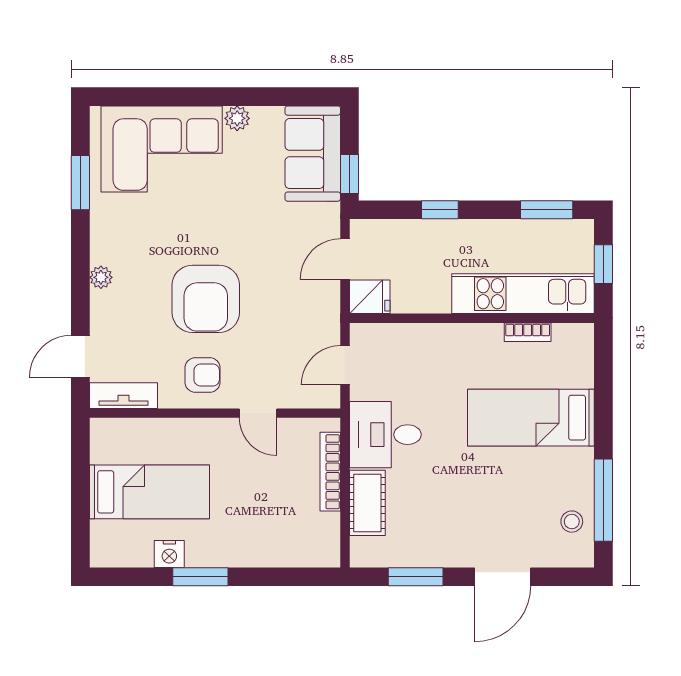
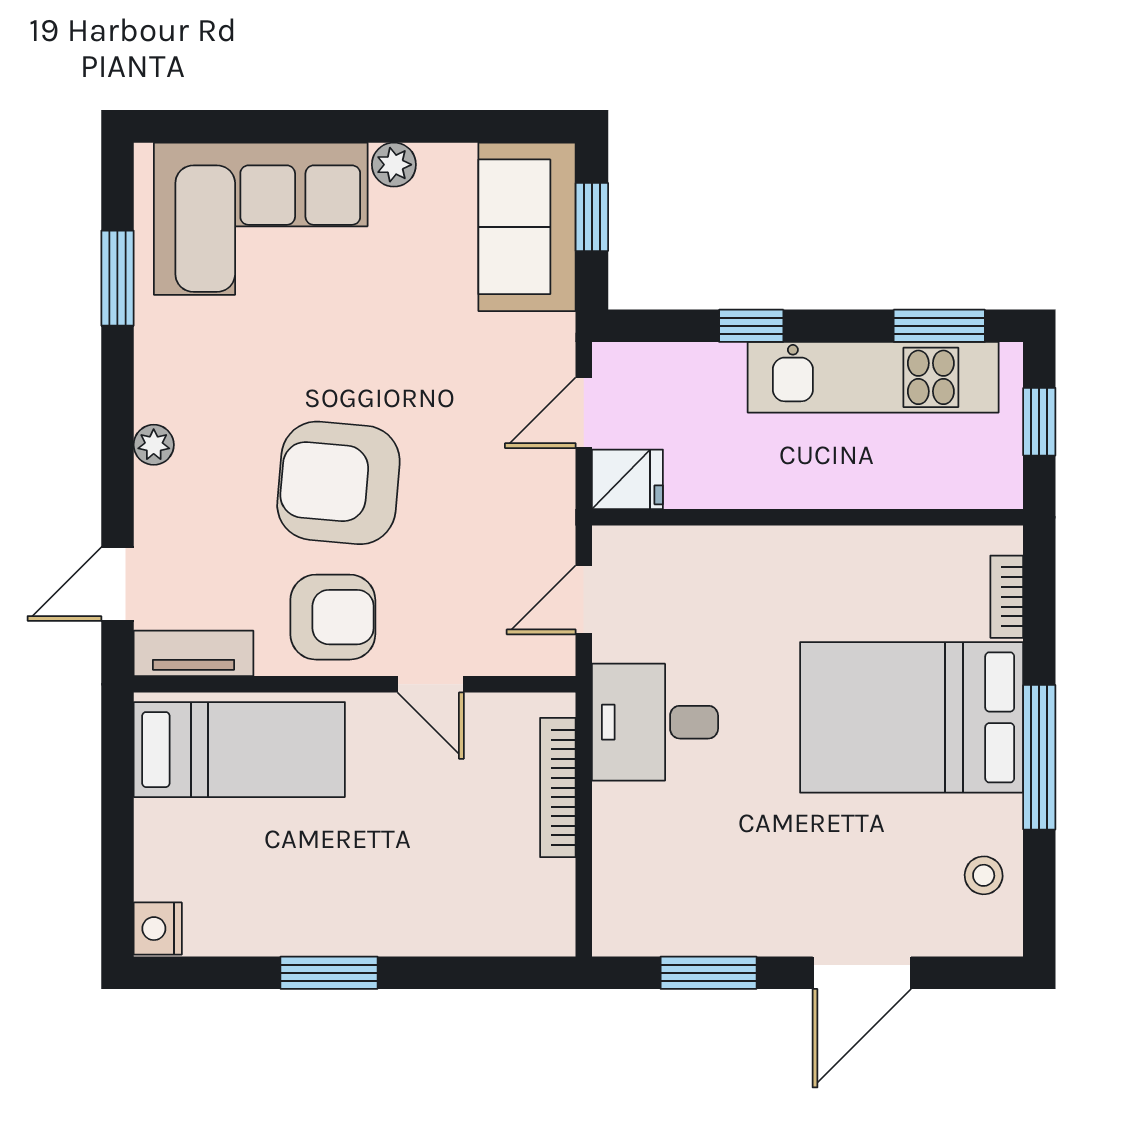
window: (350, 174) -> (592, 217), moved
kitchen unit: (523, 294) -> (873, 377), moved, turned 180
armchair: (206, 299) -> (338, 483), turned 95
bookcase: (528, 332) -> (1007, 597), moved, turned 90
armchair: (203, 375) -> (333, 617), width x1.38, depth x1.38
bed: (531, 418) -> (912, 717), width x1.50
bed: (149, 492) -> (239, 750), moved
window: (603, 500) -> (1039, 757), moved
cot: (367, 503) -> (623, 843), removed
nightstand: (169, 554) -> (158, 929), moved, turned 90

